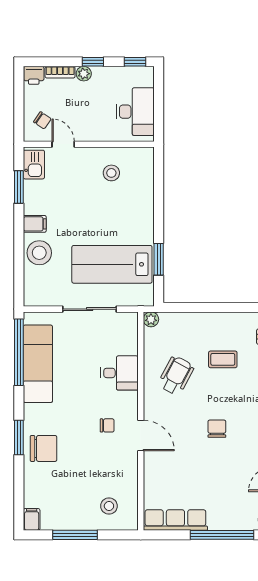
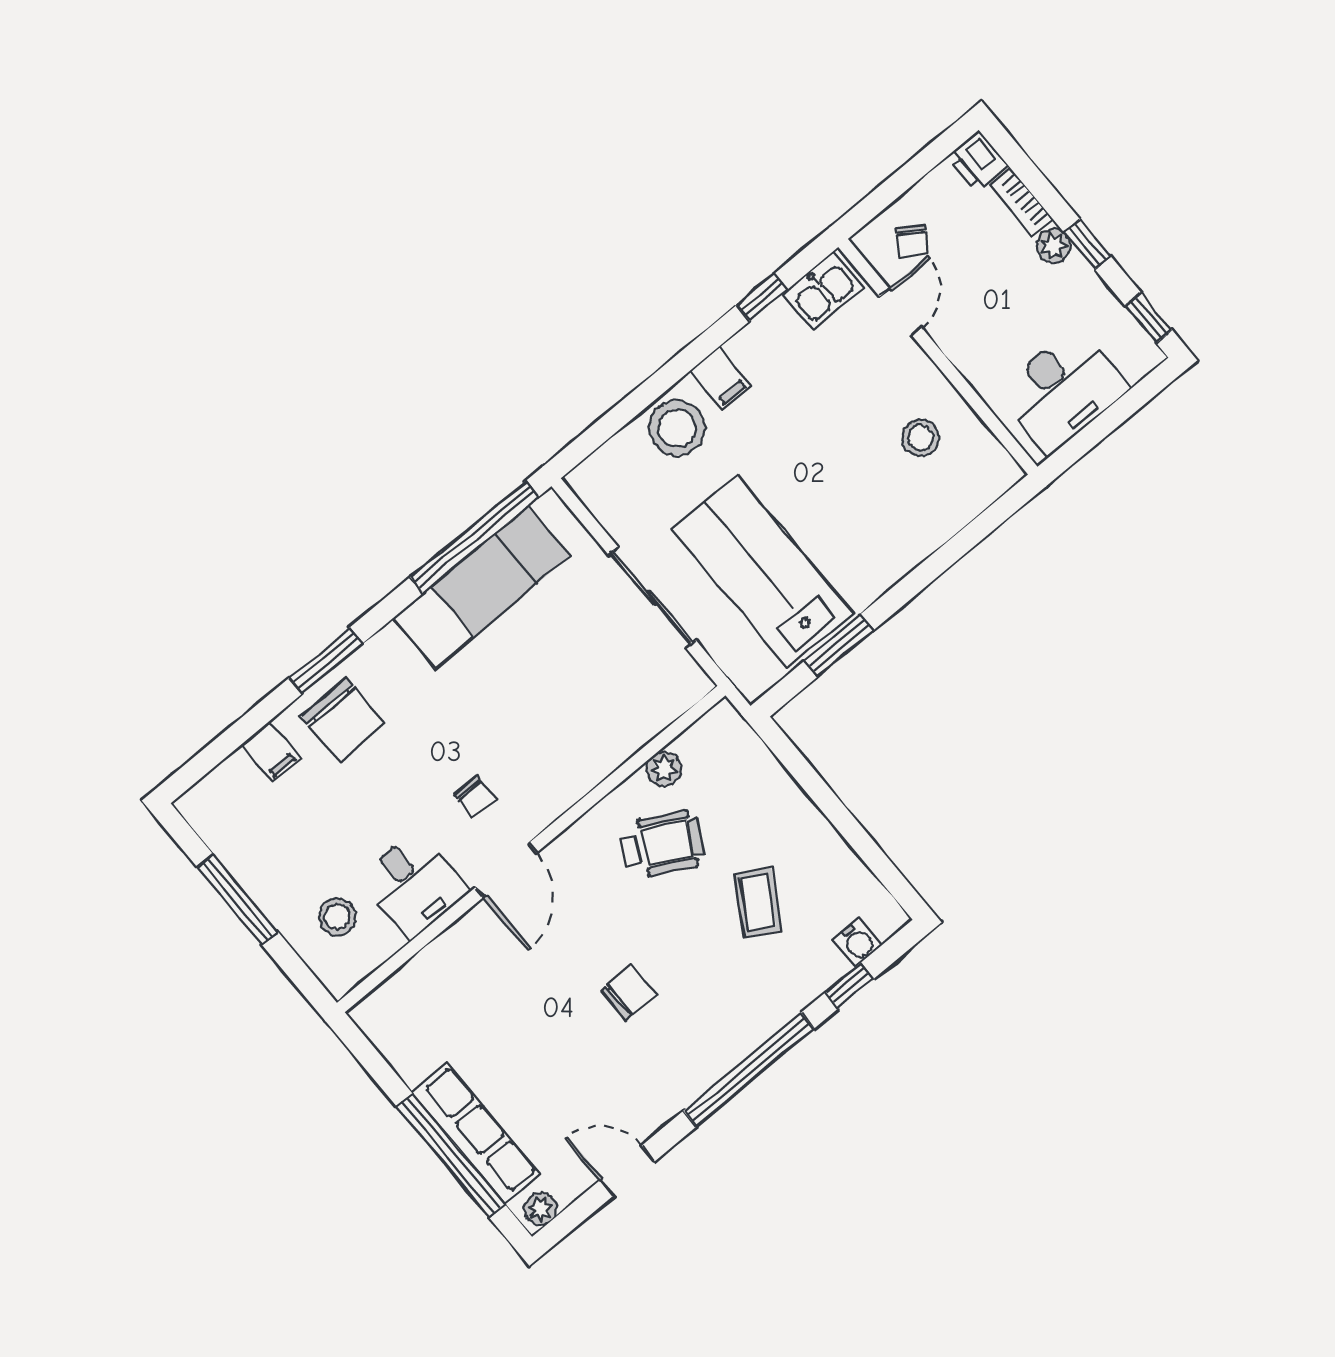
window: (19, 187) -> (762, 297), width x0.67
plant: (151, 319) -> (664, 769), moved
coffee table: (223, 359) -> (758, 902), turned 30
desk: (119, 373) -> (414, 884), moved
filing cabinet: (32, 519) -> (271, 752), moved, turned 90
row of seats: (175, 520) -> (476, 1133), moved

